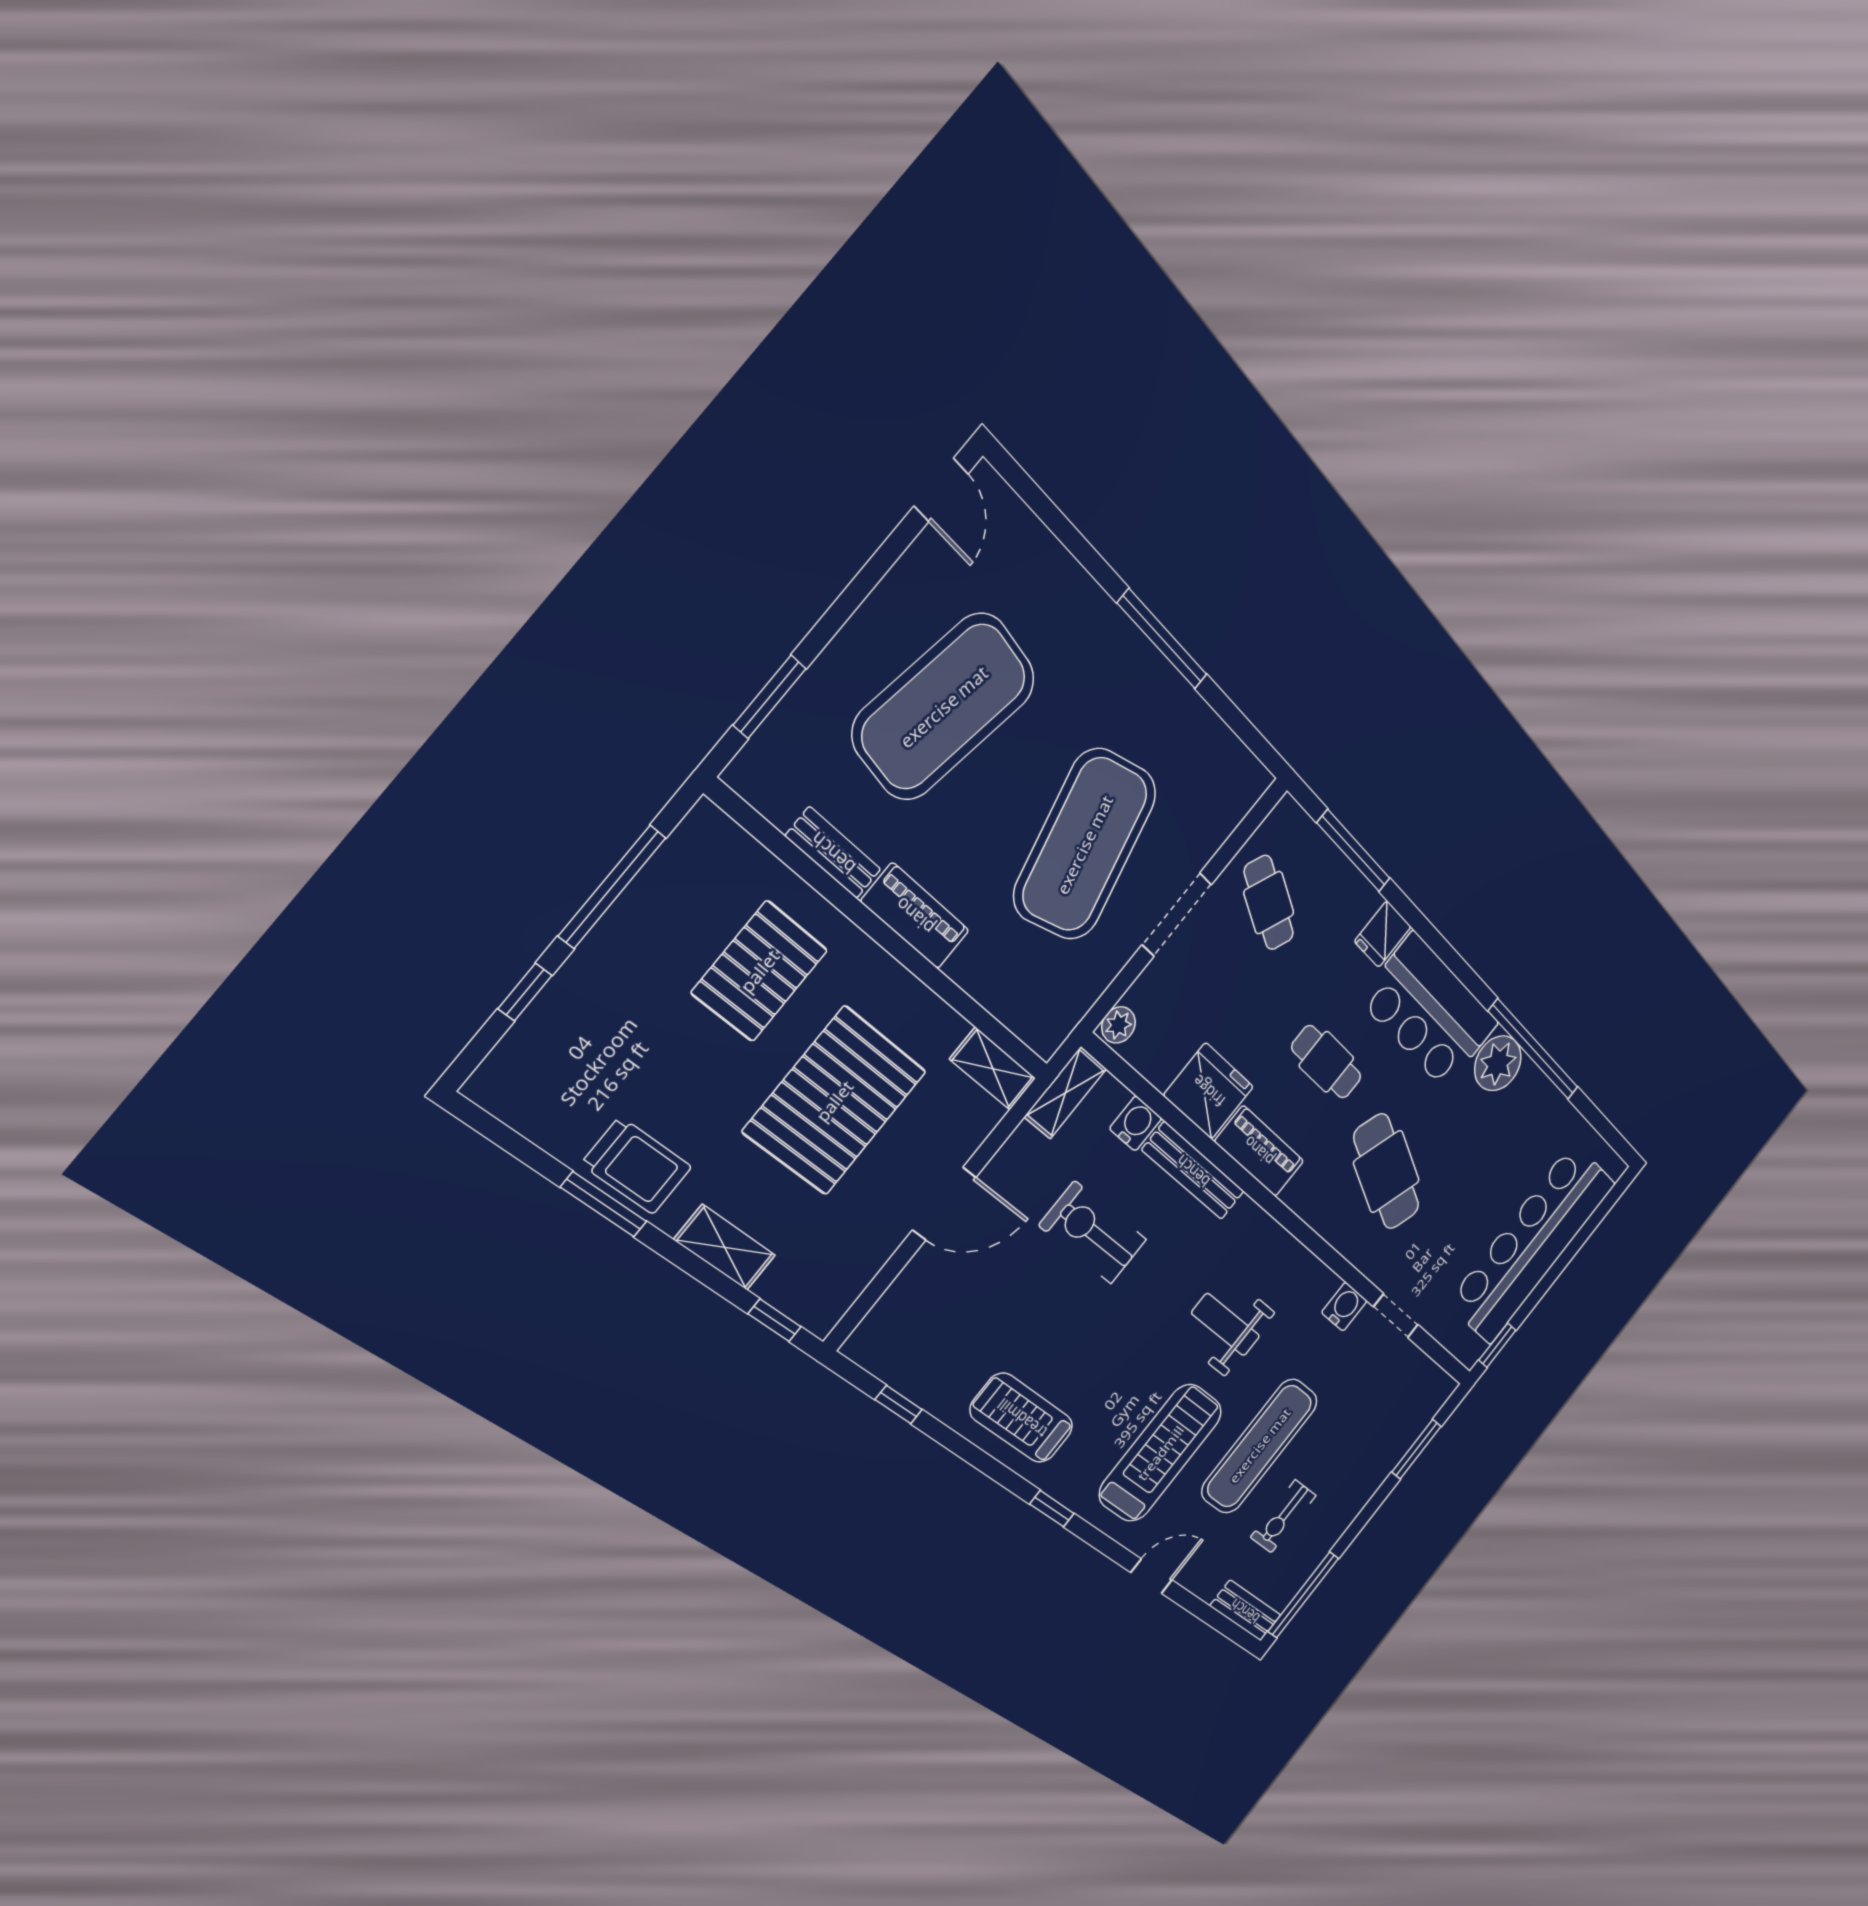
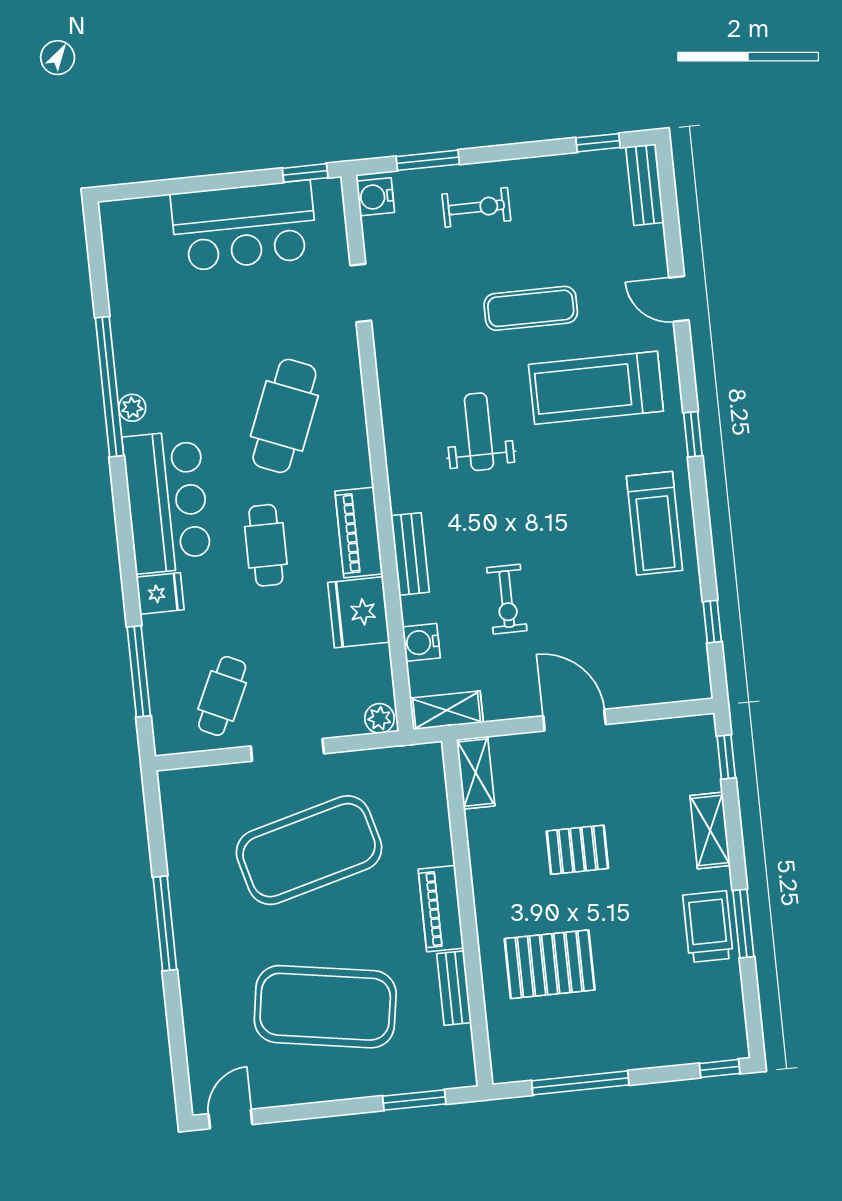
window: (525, 992) -> (720, 1068), moved
plant: (1498, 1063) -> (132, 408), width x0.53, depth x0.53
pallet: (835, 1101) -> (577, 850), width x0.49, depth x0.50
bench: (1193, 1171) -> (410, 554), width x0.73
exercise bike: (1093, 1233) -> (507, 599), width x0.73, depth x0.72
bar counter: (1532, 1243) -> (244, 226), width x0.73
water cooler: (1344, 1307) -> (375, 197), moved
weight bench: (1226, 1325) -> (479, 432), turned 180
exercise mat: (1260, 1446) -> (531, 308), width x0.73, depth x0.69
exercise bike: (1283, 1516) -> (476, 207), moved
window: (1303, 1595) -> (598, 143), width x0.46

